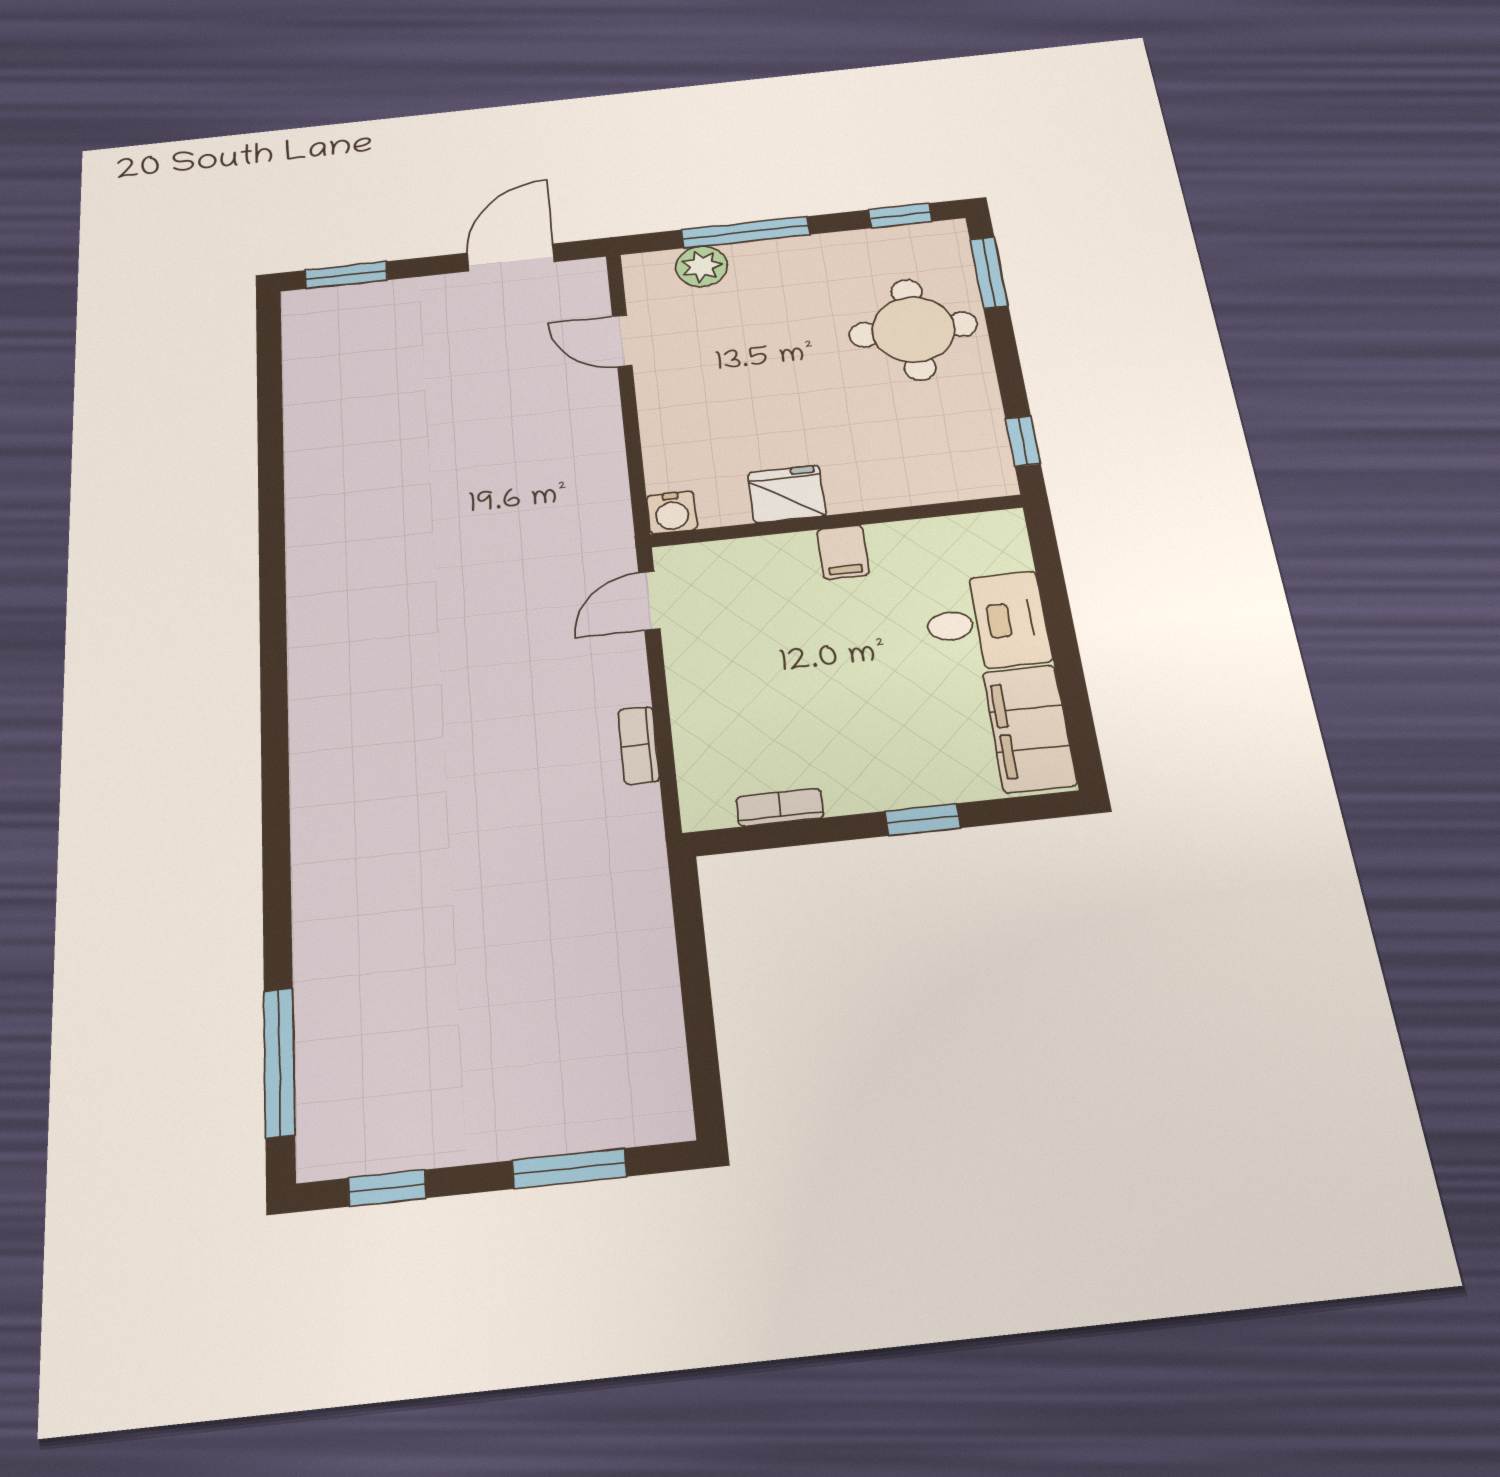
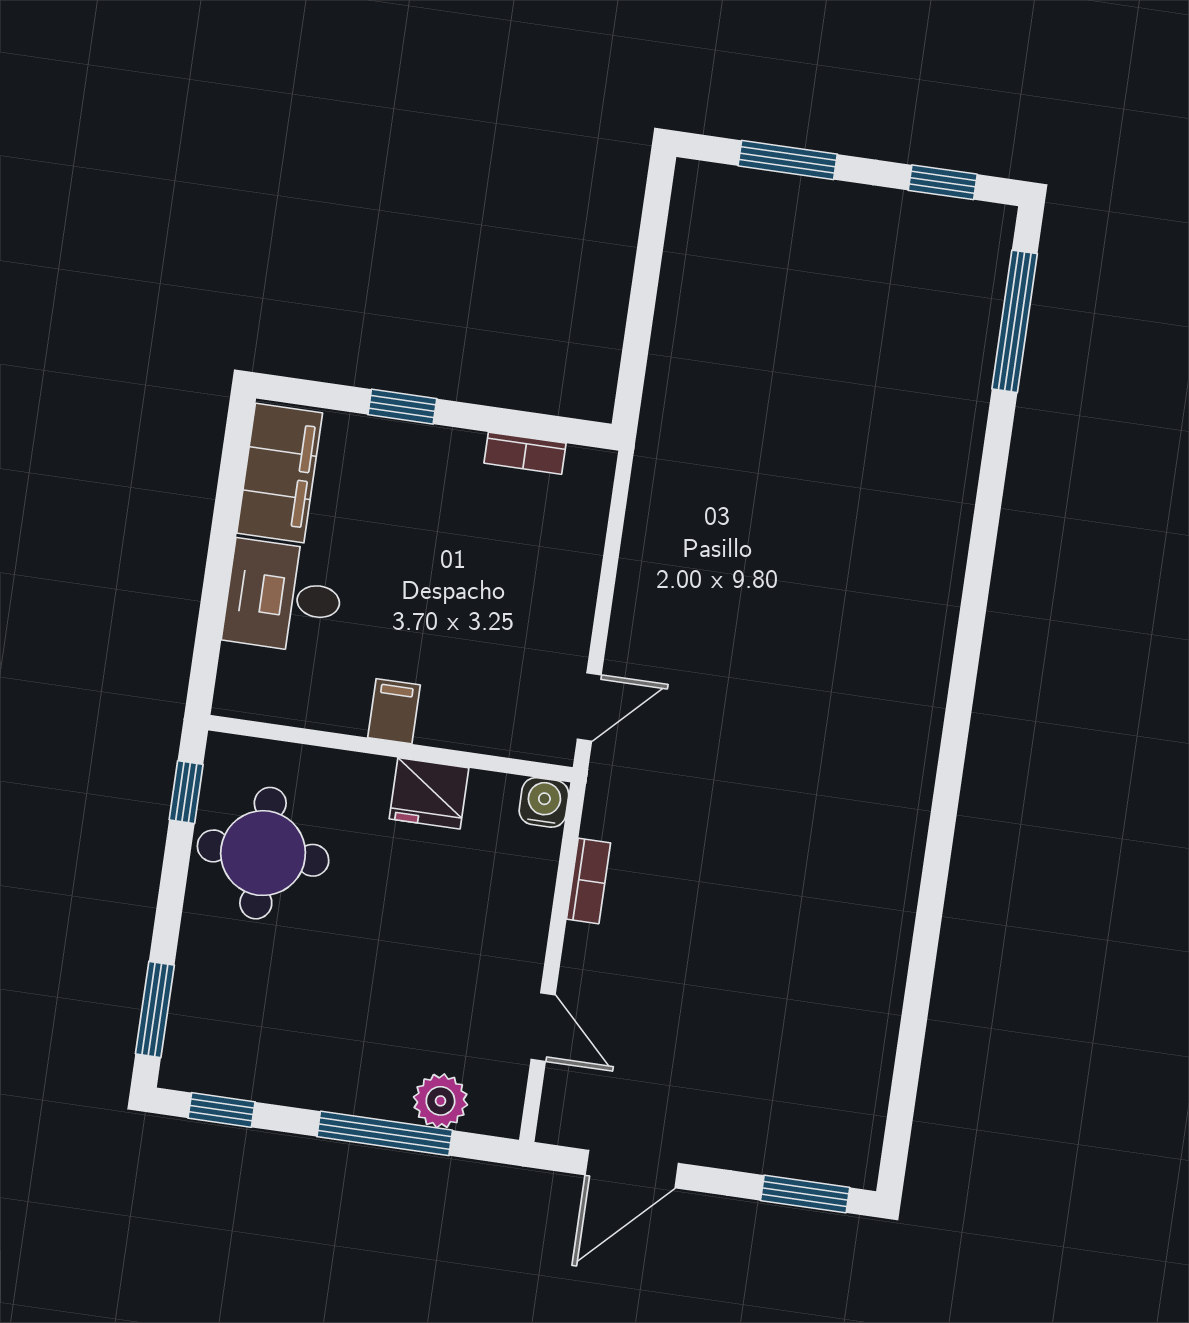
round table: (913, 329) -> (263, 853), moved
bookcase: (639, 745) -> (588, 881), moved

